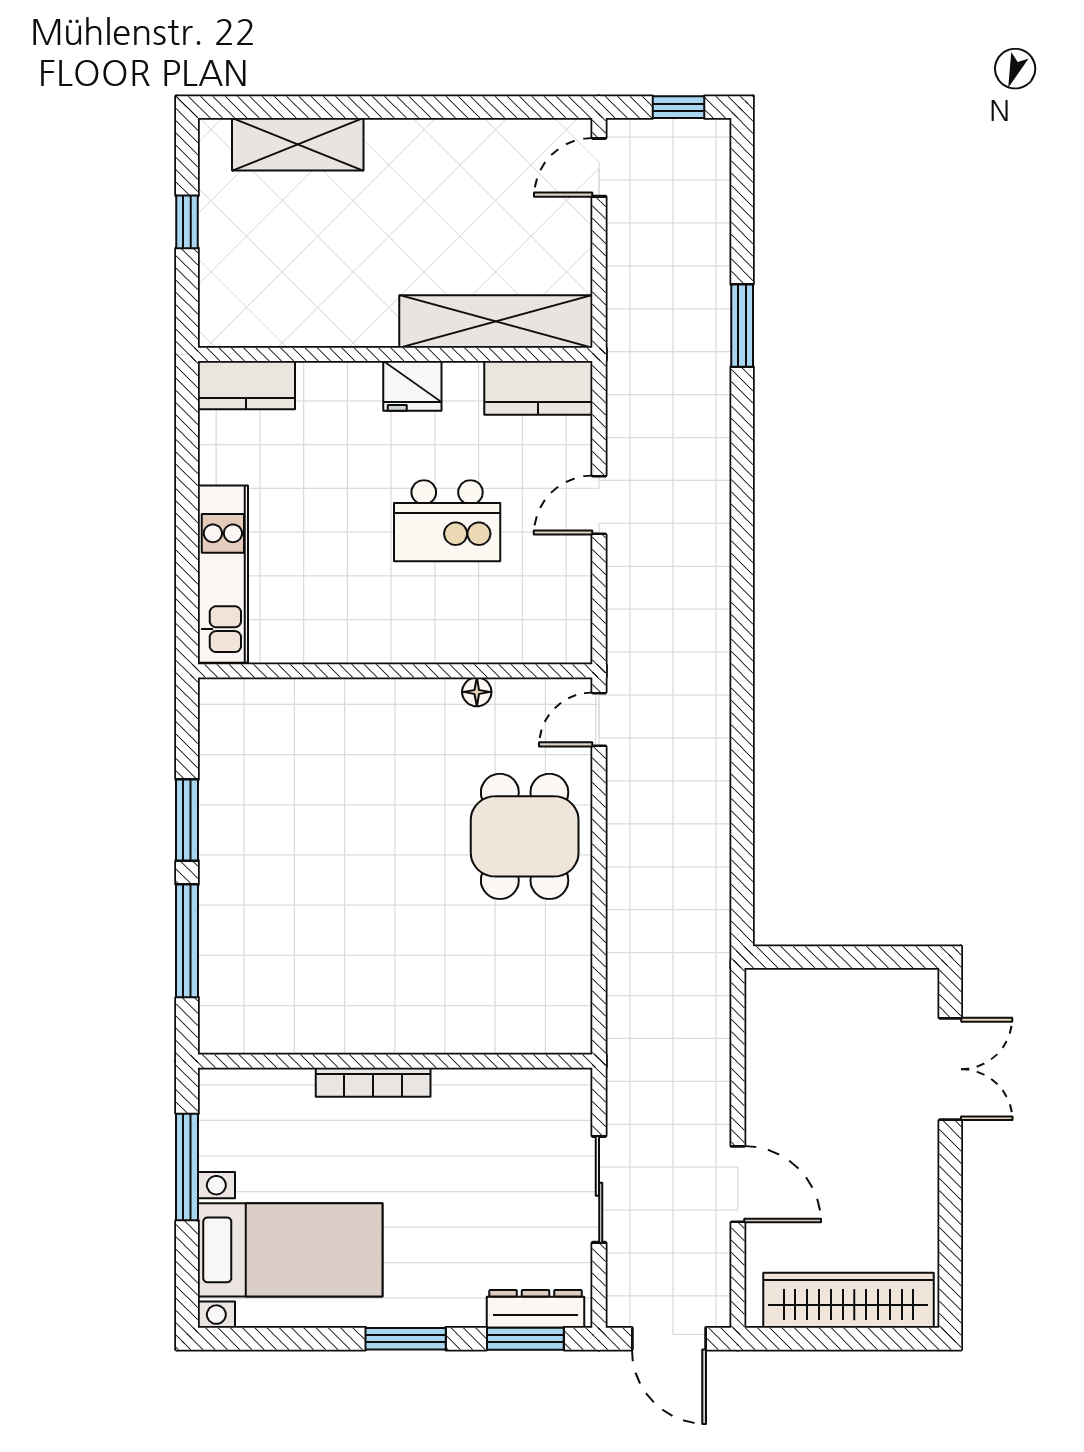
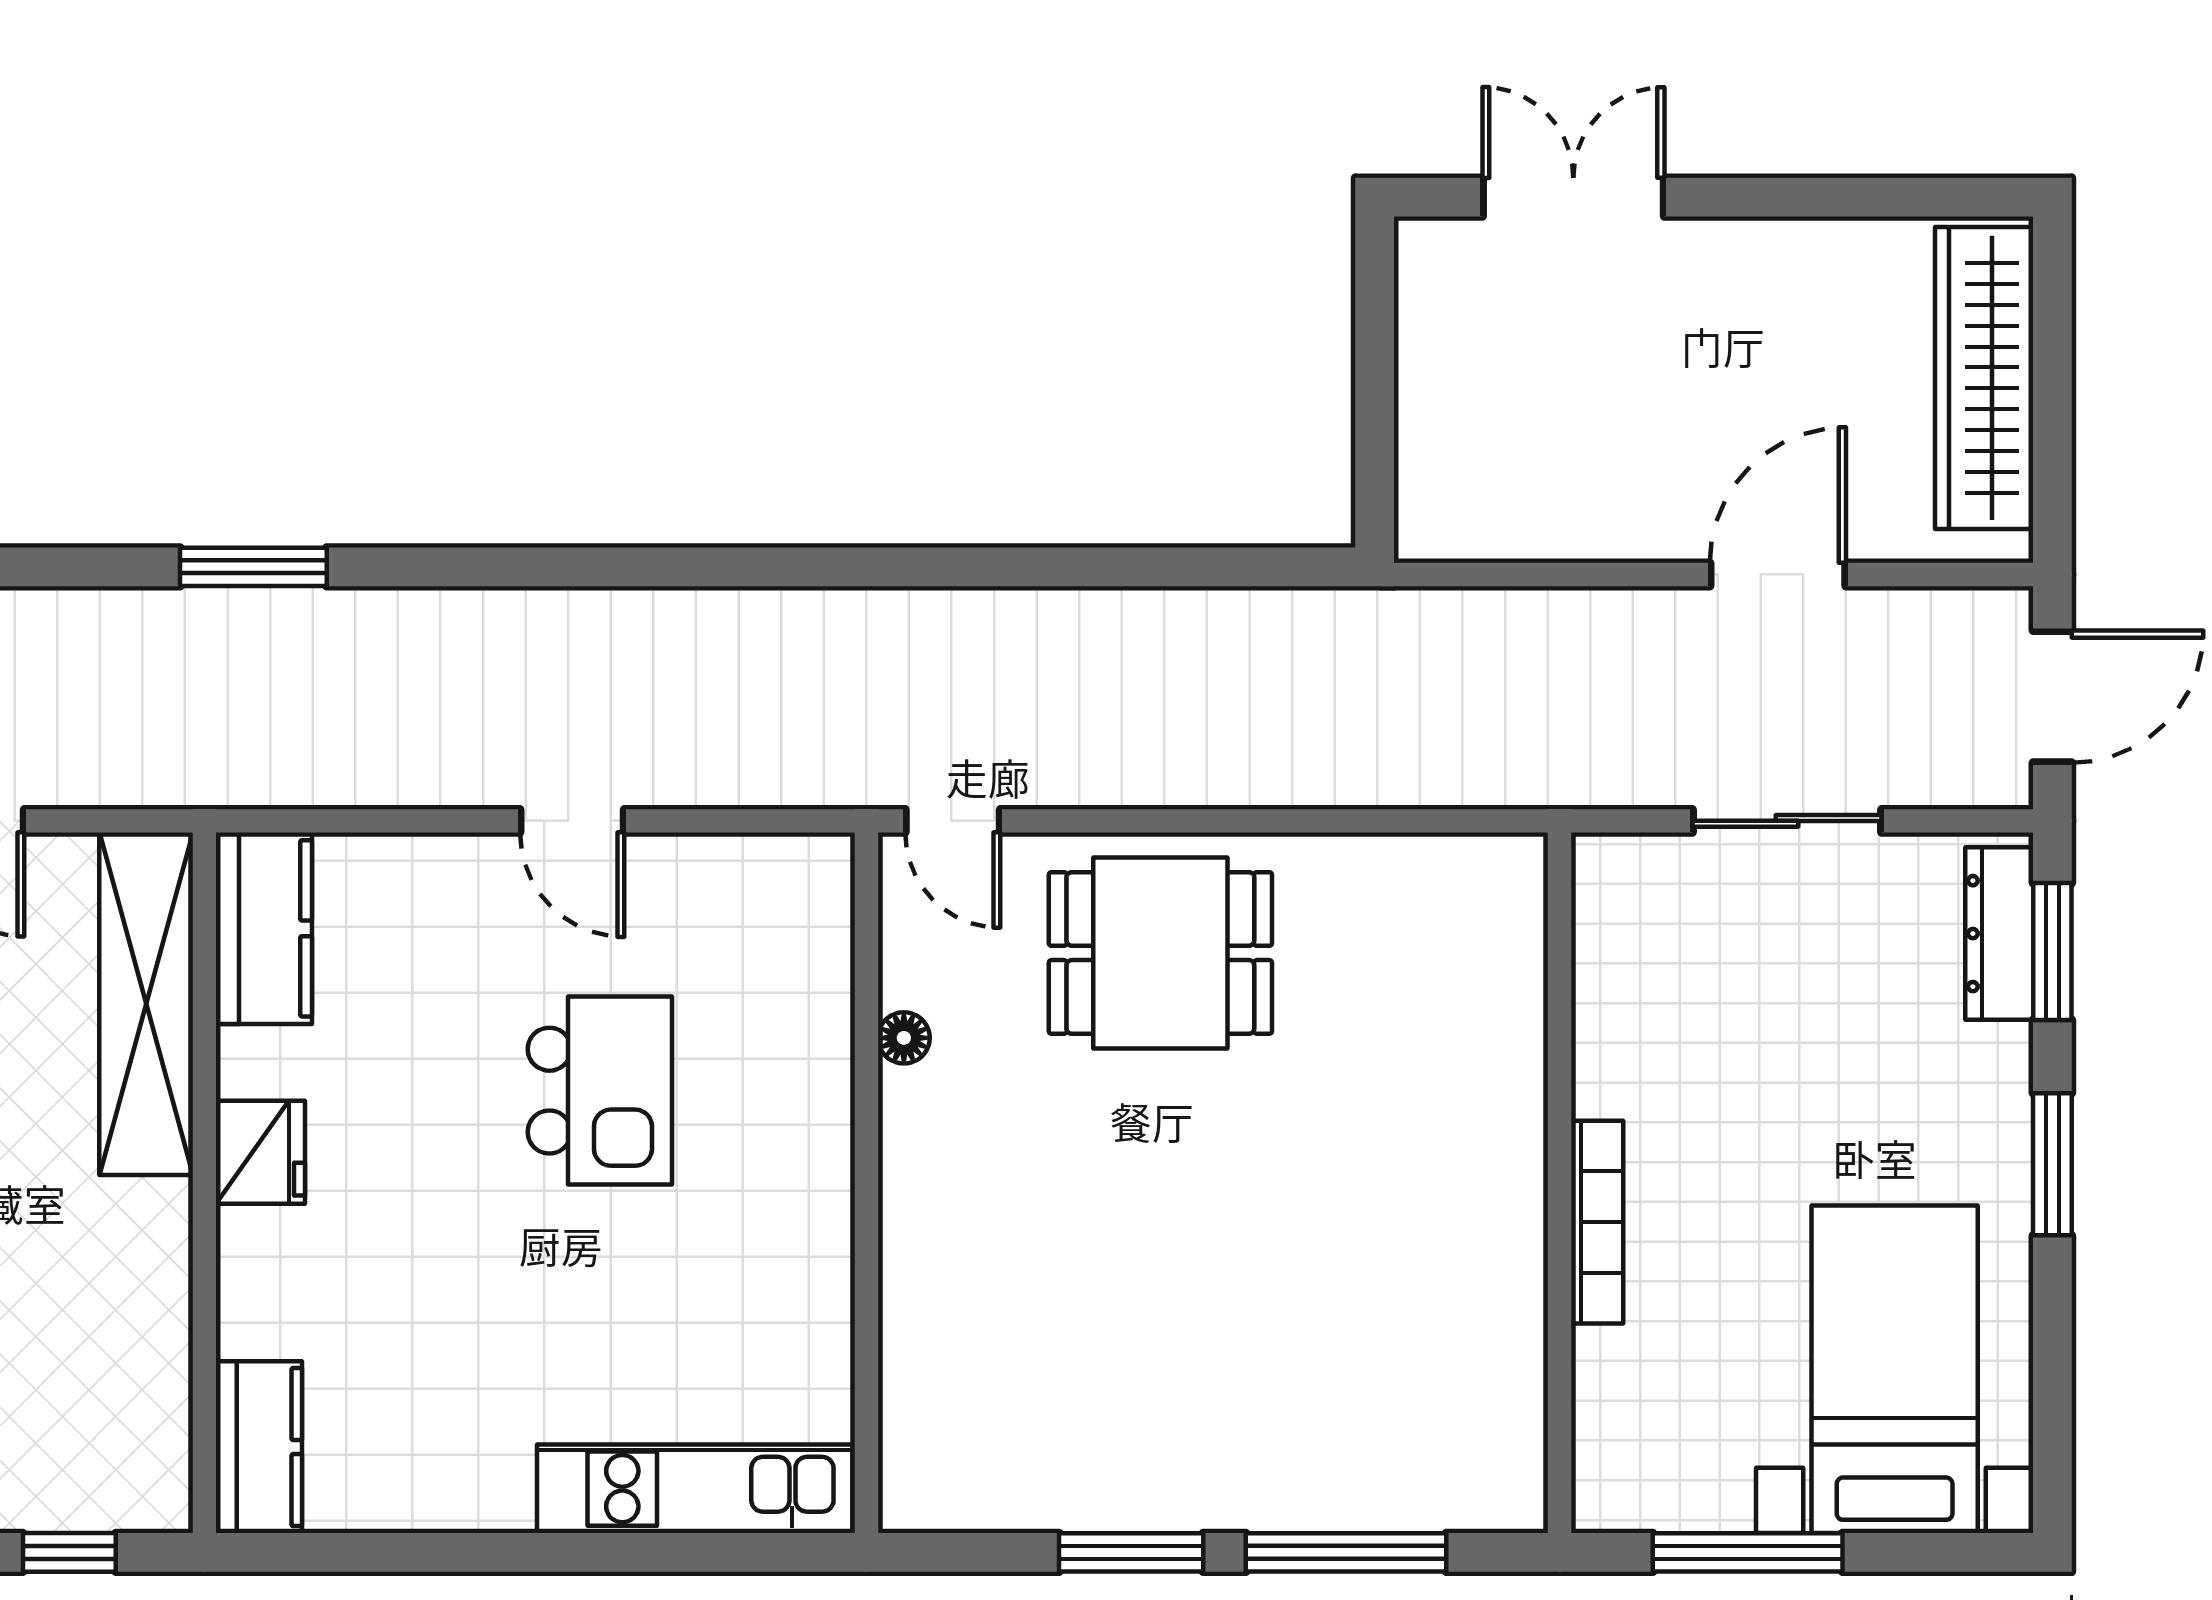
shelving: (496, 322) -> (146, 1004), moved
wall: (395, 354) -> (204, 1183), moved
kitchen counter: (246, 385) -> (259, 1447), moved
fridge: (412, 386) -> (260, 1152), moved
kitchen counter: (538, 388) -> (264, 928), moved

